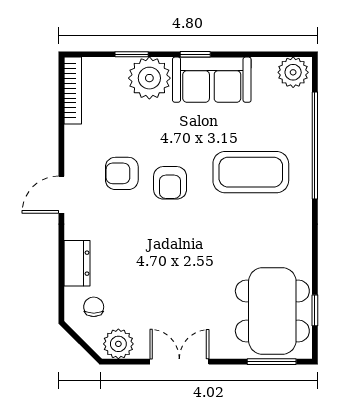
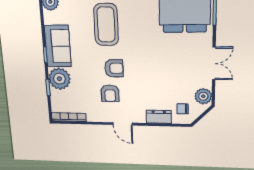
double door: (179, 362) -> (214, 63), swing flipped

